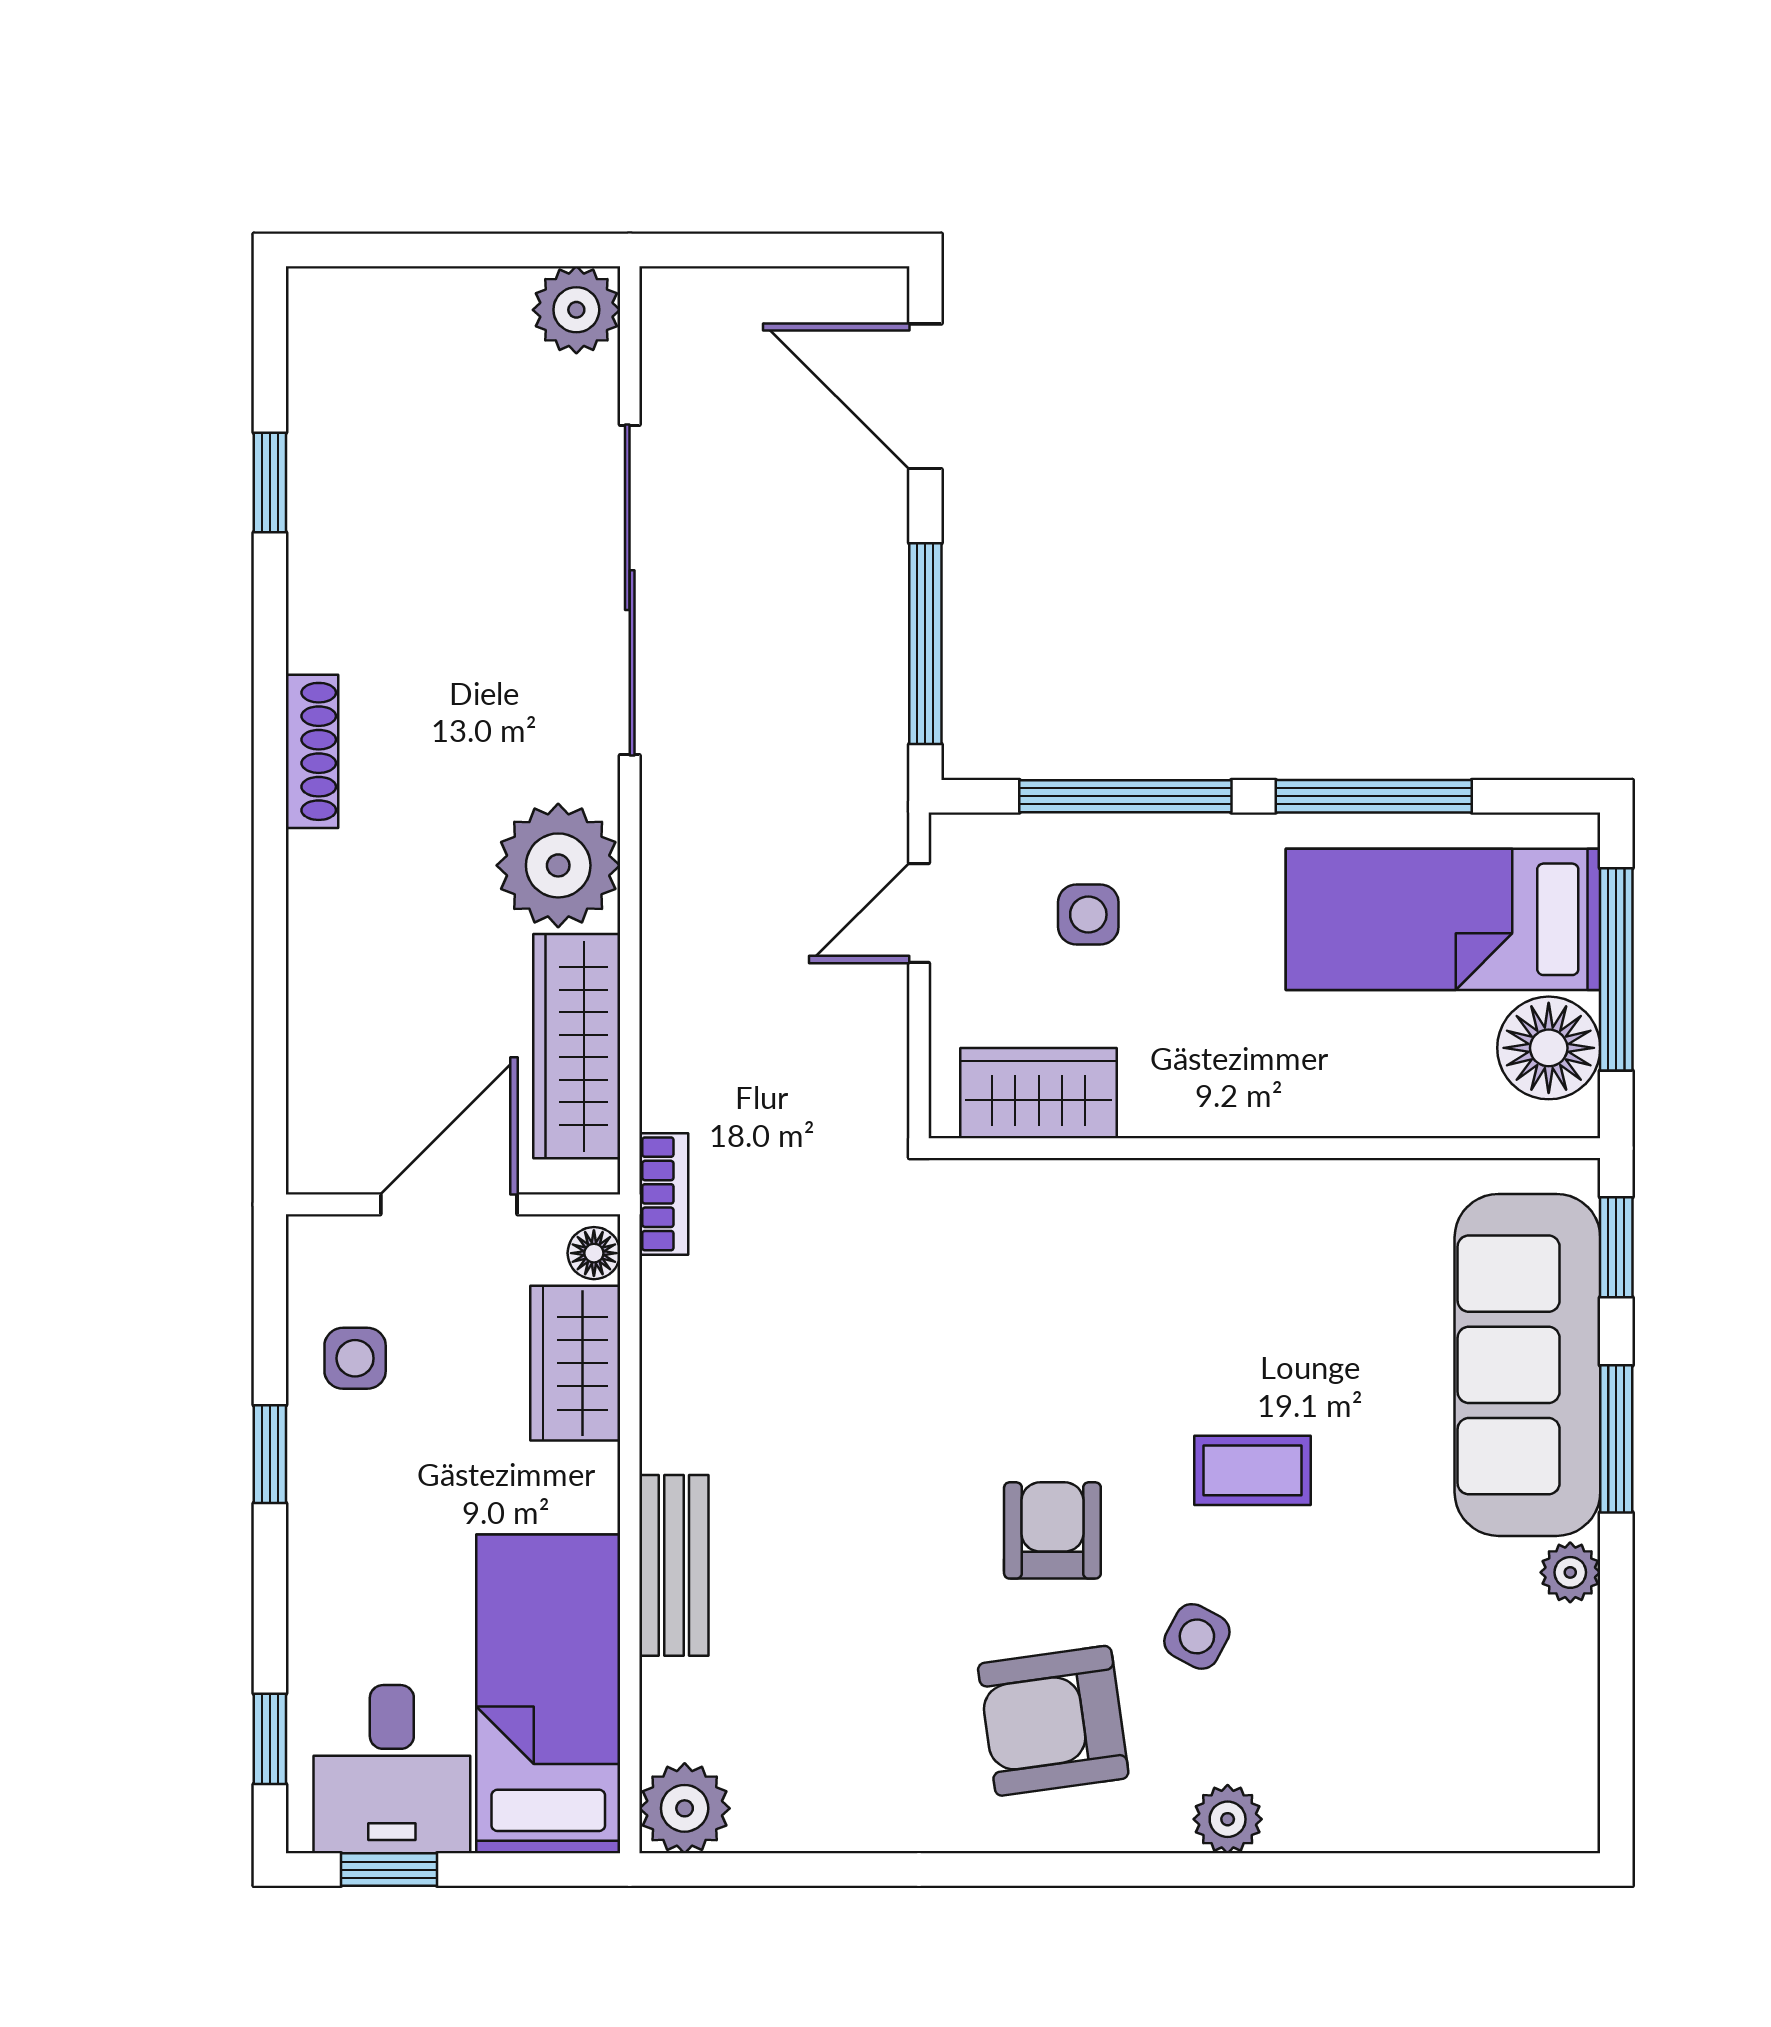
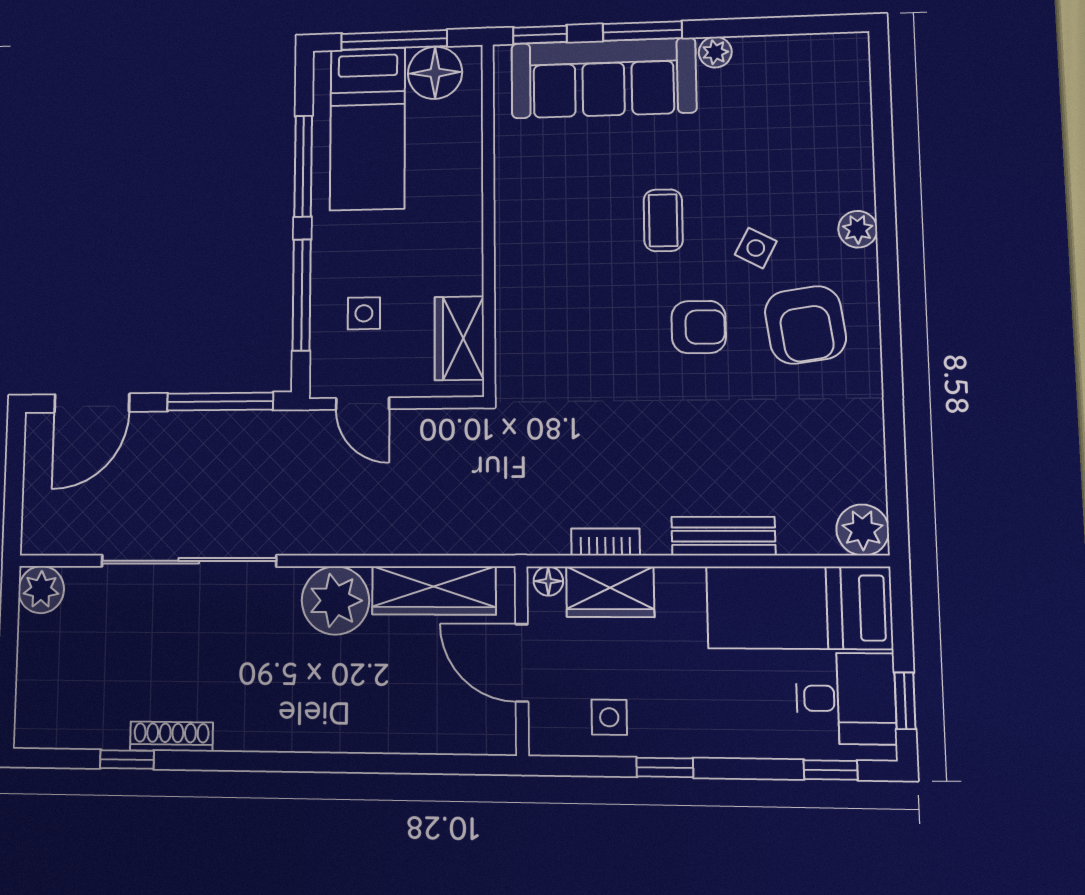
shoe rack: (312, 751) -> (171, 736), moved
bookcase: (664, 1194) -> (605, 542), moved
armchair: (1052, 1530) -> (699, 327), turned 180

